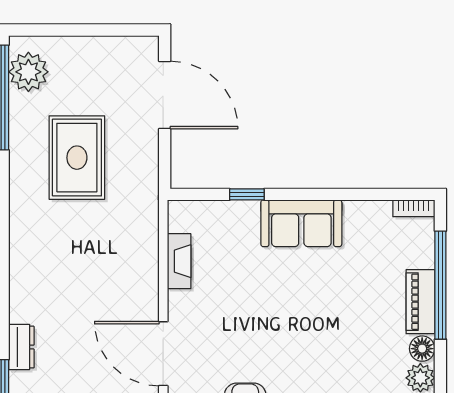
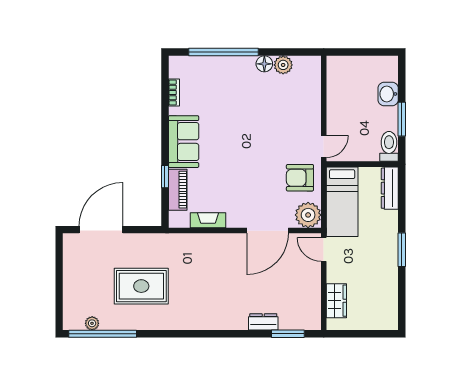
plant: (28, 72) -> (92, 323), width x0.53, depth x0.53
bookcase: (414, 208) -> (174, 92), moved
piano: (420, 302) -> (178, 190), moved, turned -90

